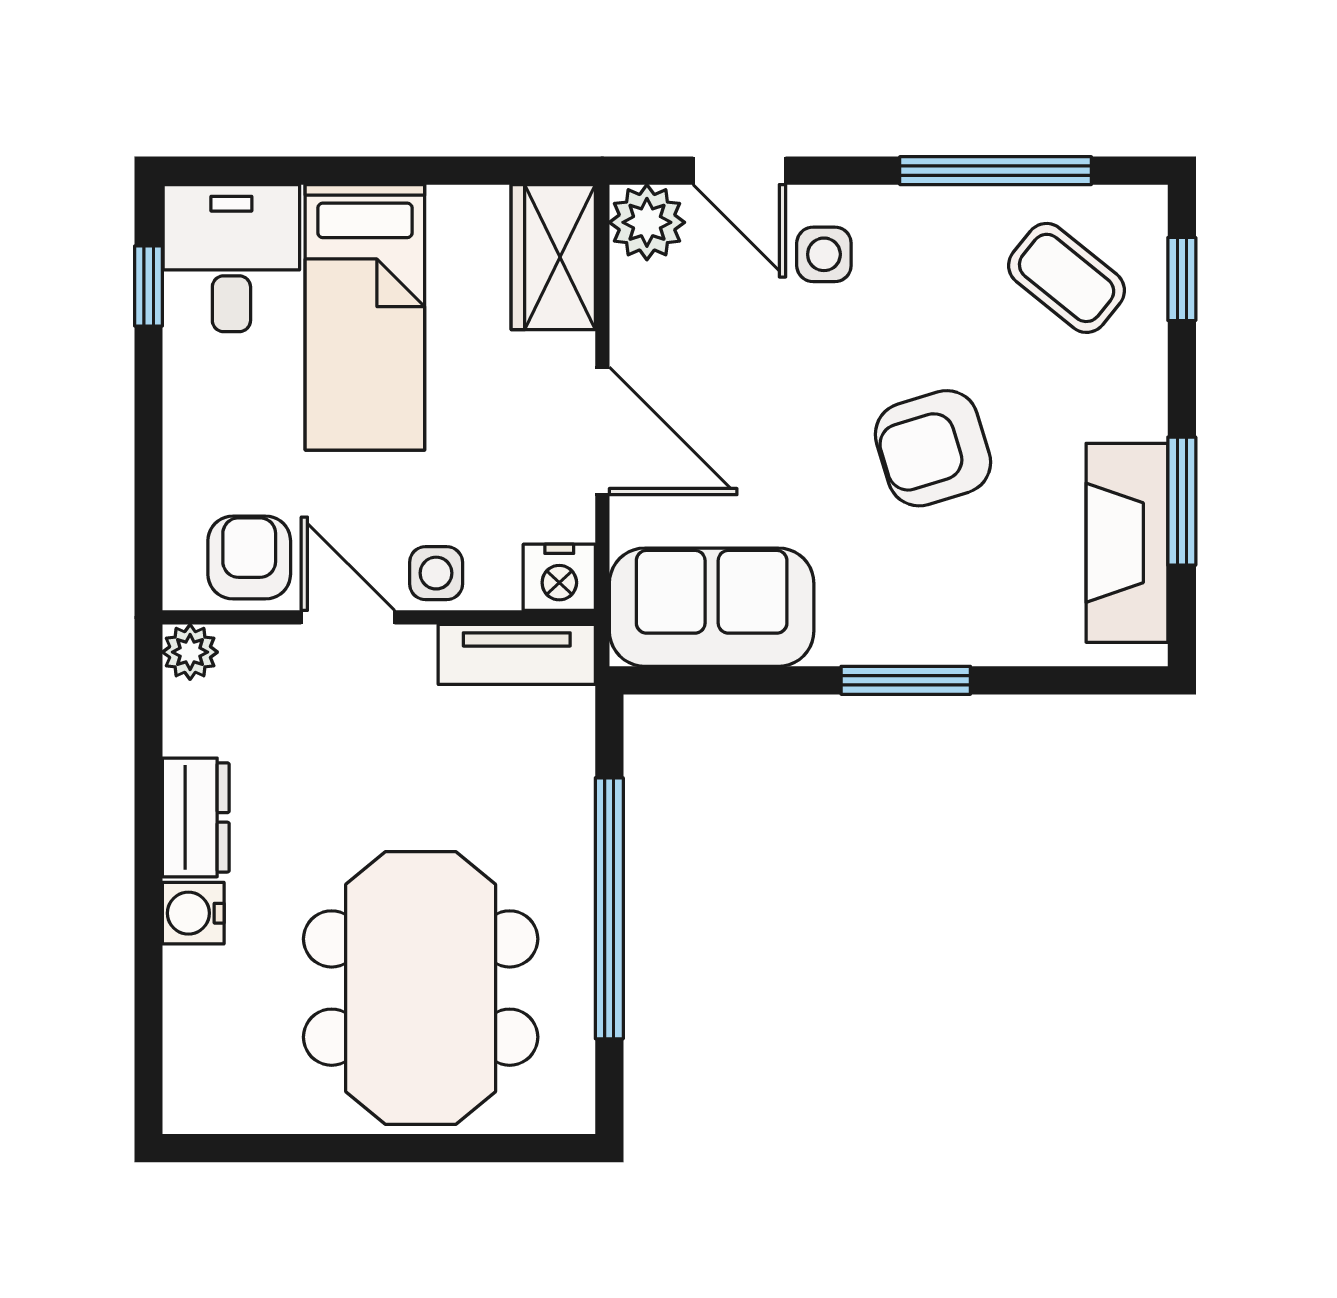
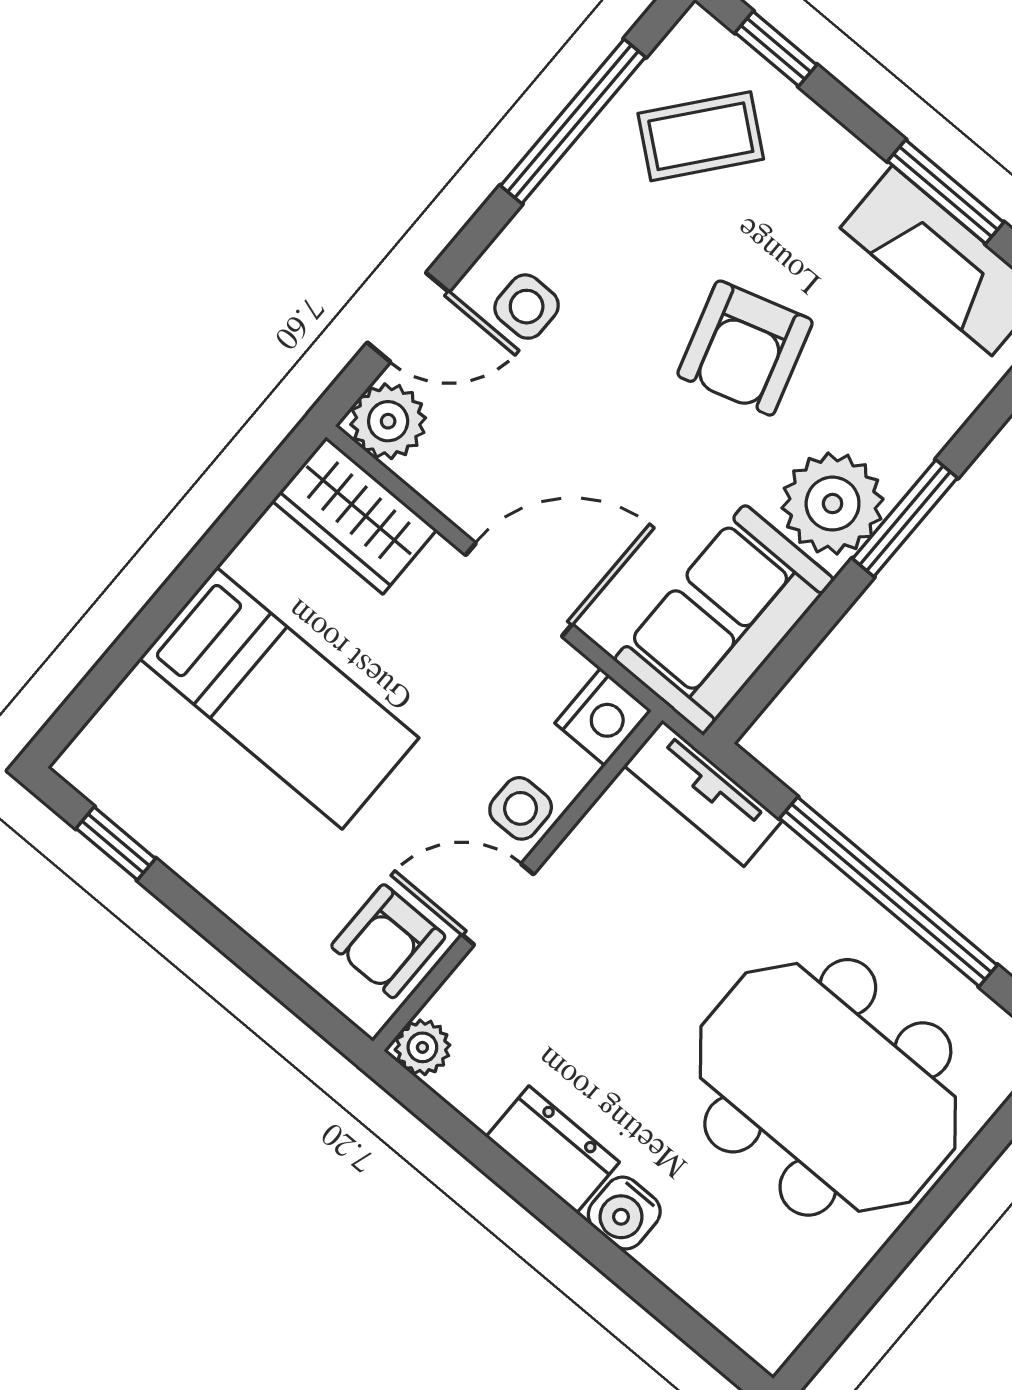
desk: (231, 258) -> (148, 762), removed
armchair: (249, 557) -> (388, 941), turned -90
plant: (870, 615) -> (833, 504), added
tv unit: (517, 654) -> (703, 793), moved, turned 90

